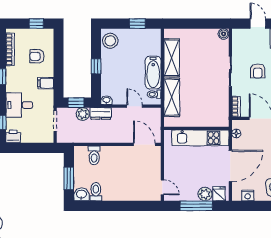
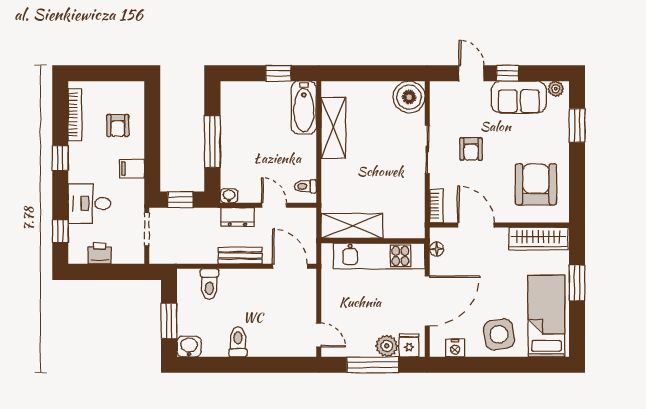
window: (36, 24) -> (117, 73), removed
boiler: (224, 34) -> (409, 97), width x1.86, depth x1.86
stool: (110, 41) -> (235, 101), removed
armchair: (37, 56) -> (118, 126), turned -90
window: (96, 66) -> (212, 142), width x2.17
bathtub: (153, 73) -> (304, 108), moved
shelving: (172, 97) -> (352, 226), moved, turned 90
dresser: (101, 113) -> (237, 217), moved
plant: (83, 114) -> (191, 218), removed
printer: (13, 136) -> (100, 253), moved
bench: (113, 138) -> (240, 256), added
toilet: (96, 192) -> (238, 342), moved

